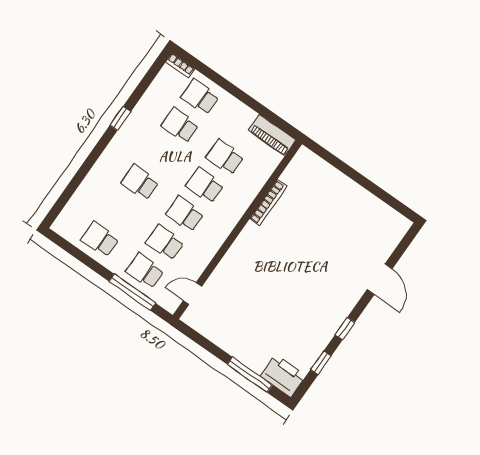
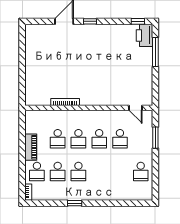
piano: (272, 135) -> (31, 147), moved
school desk: (140, 182) -> (78, 172), moved
school desk: (145, 271) -> (141, 139), removed
window: (132, 292) -> (155, 138), width x0.69
window: (345, 328) -> (90, 21), moved
window: (321, 363) -> (138, 21), moved

